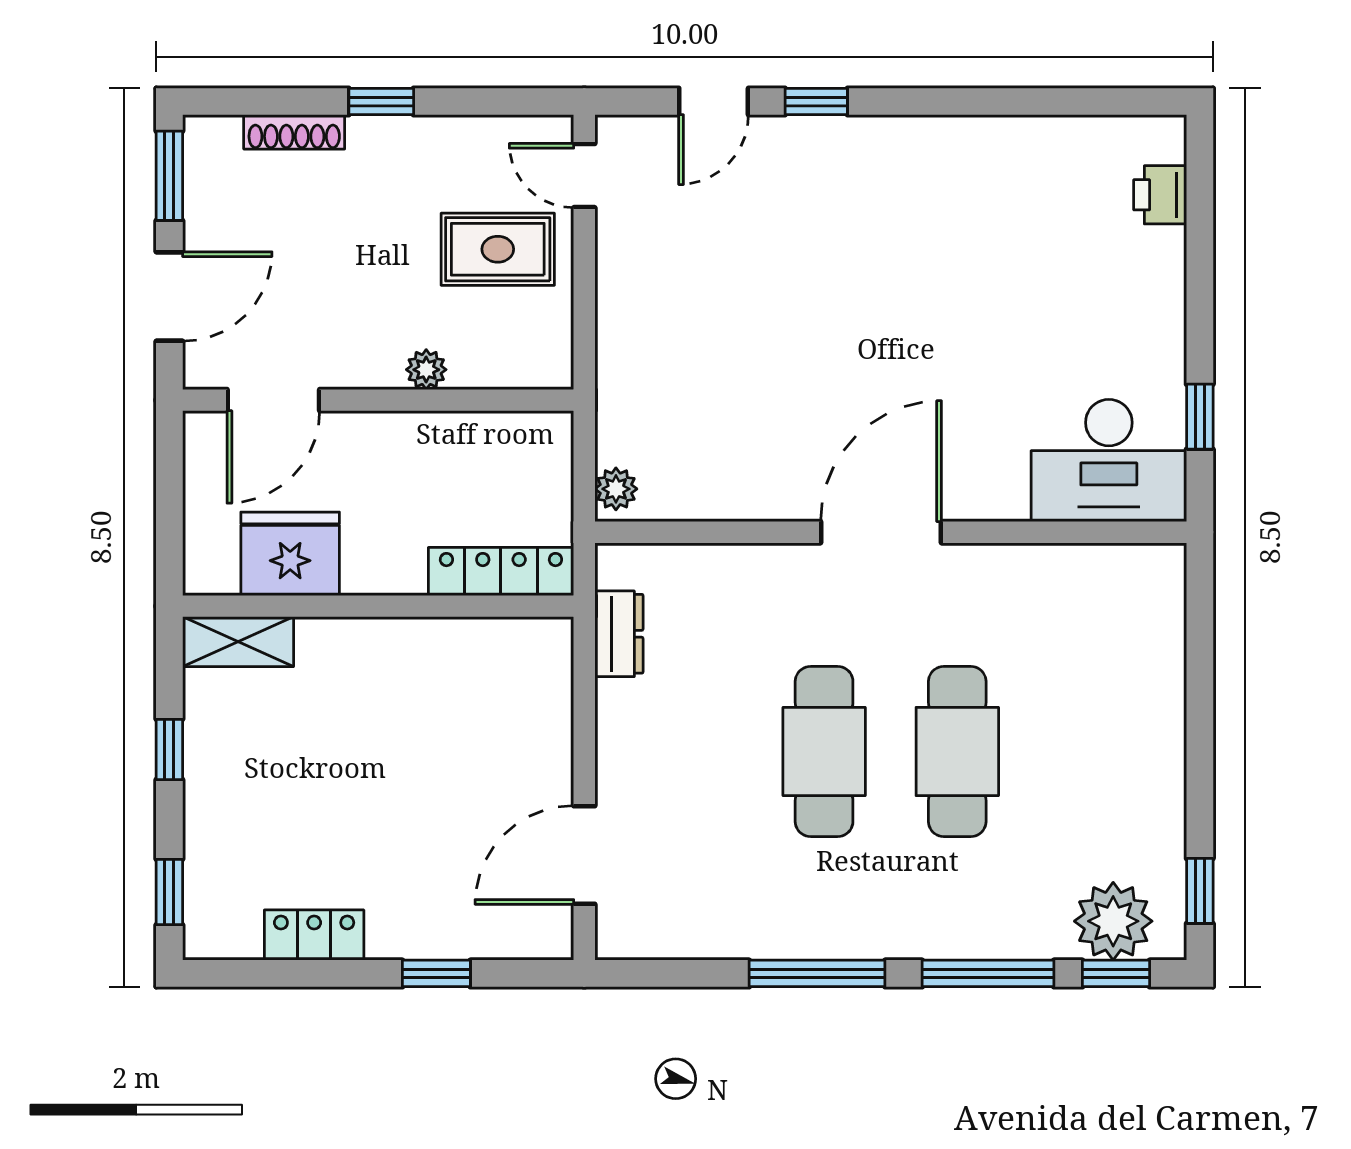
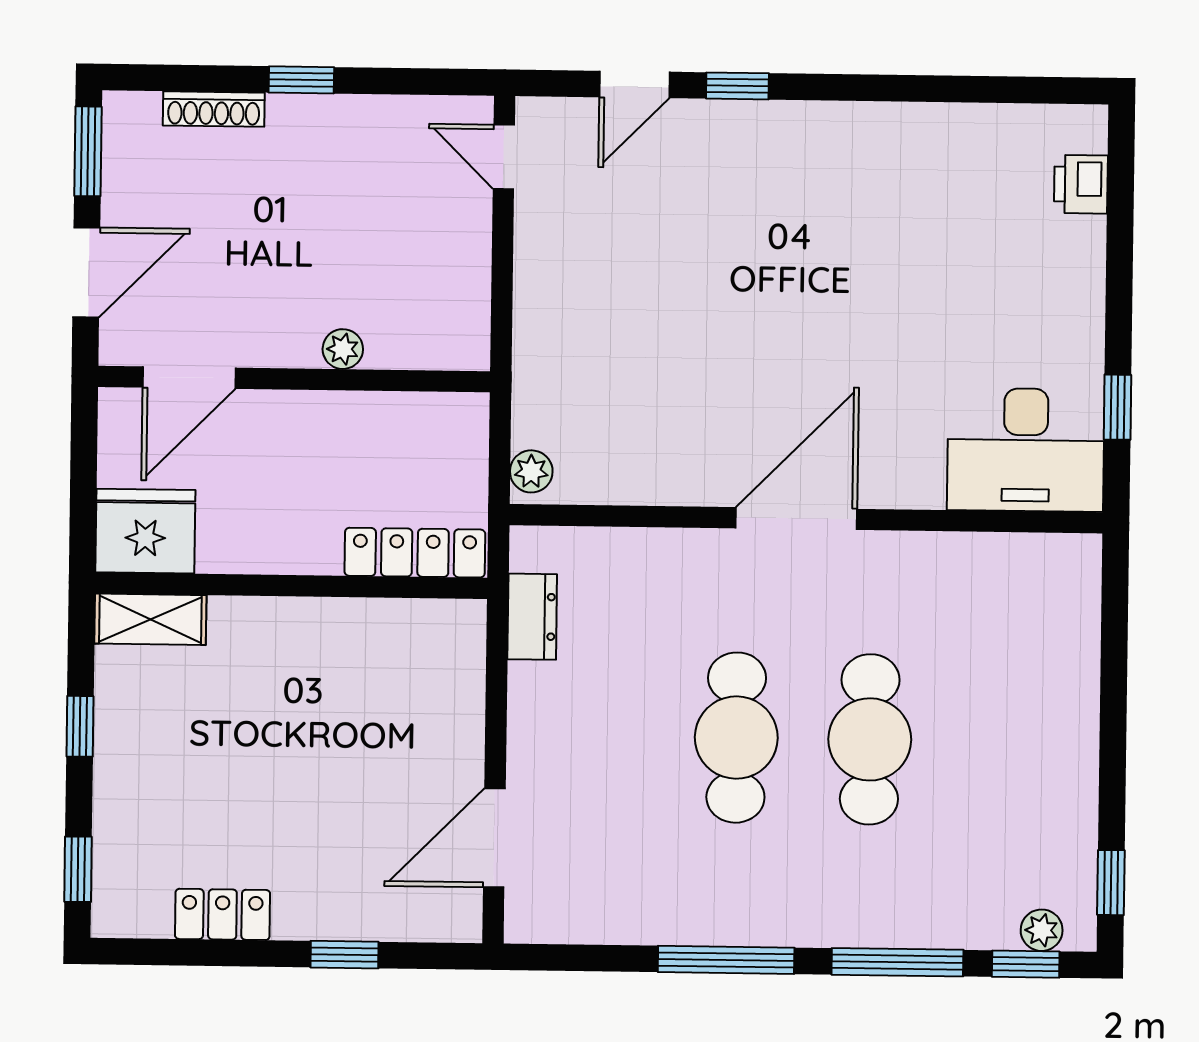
rug: (498, 249) -> (416, 230), removed
fridge: (290, 554) -> (145, 531), moved
plant: (1113, 921) -> (1042, 930), width x0.53, depth x0.53

